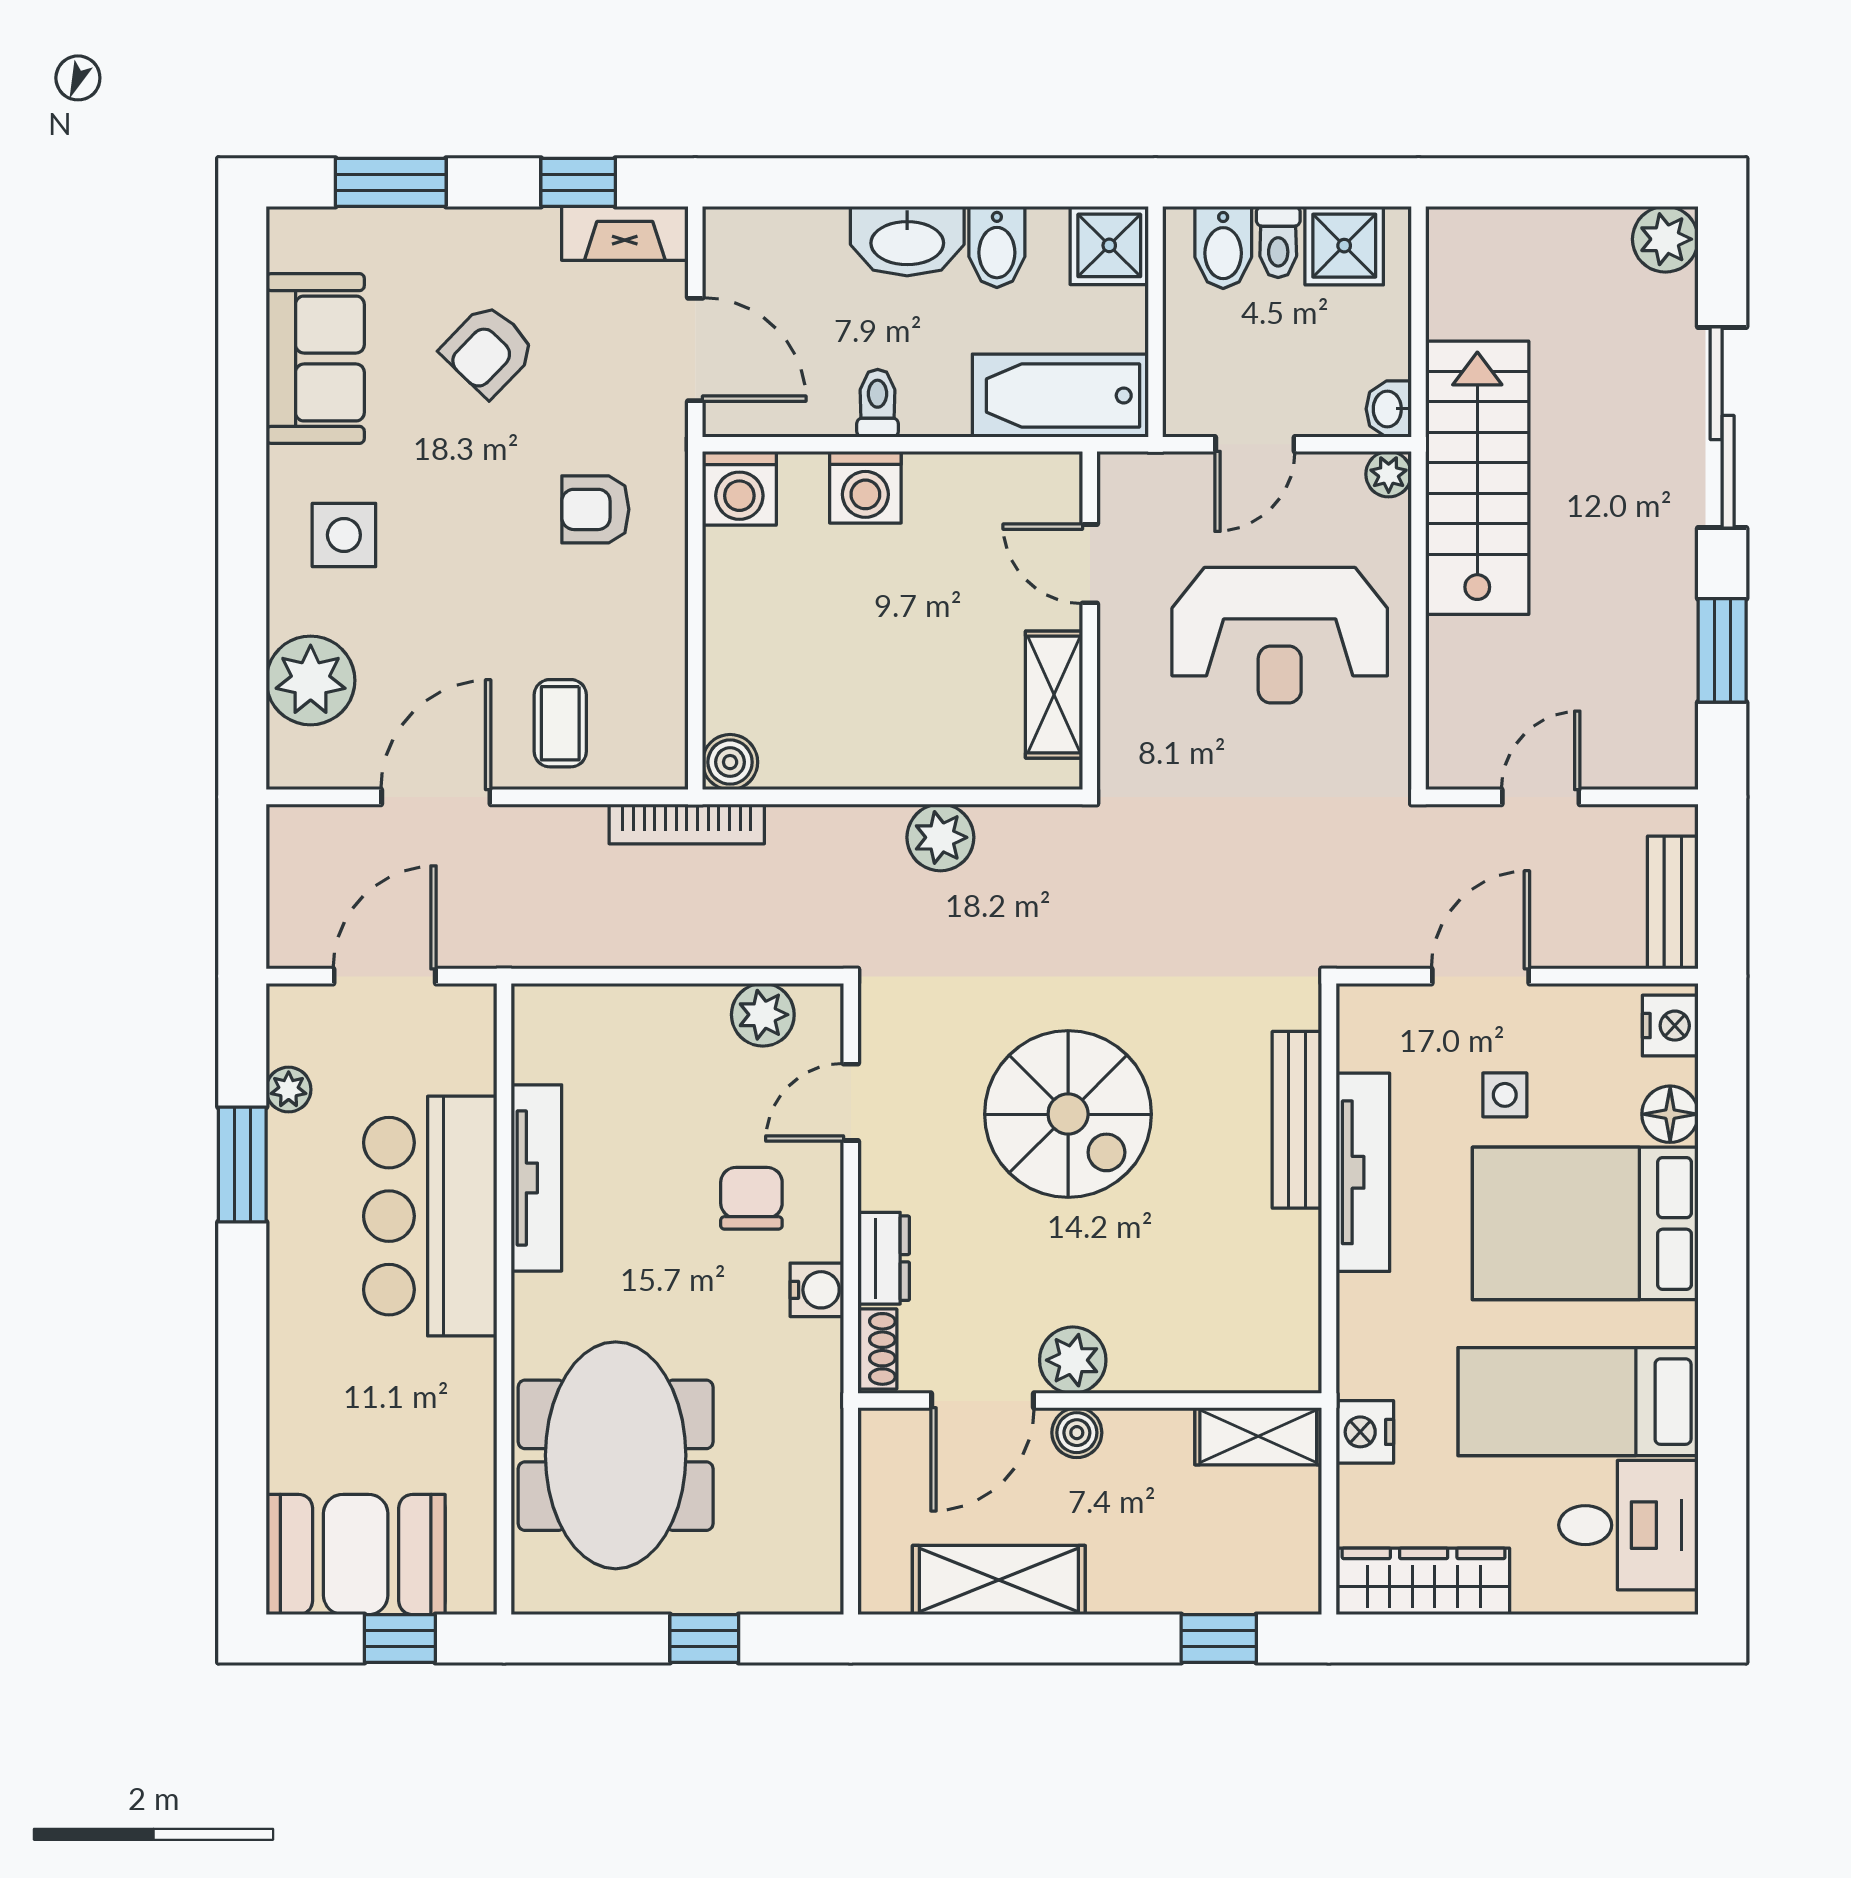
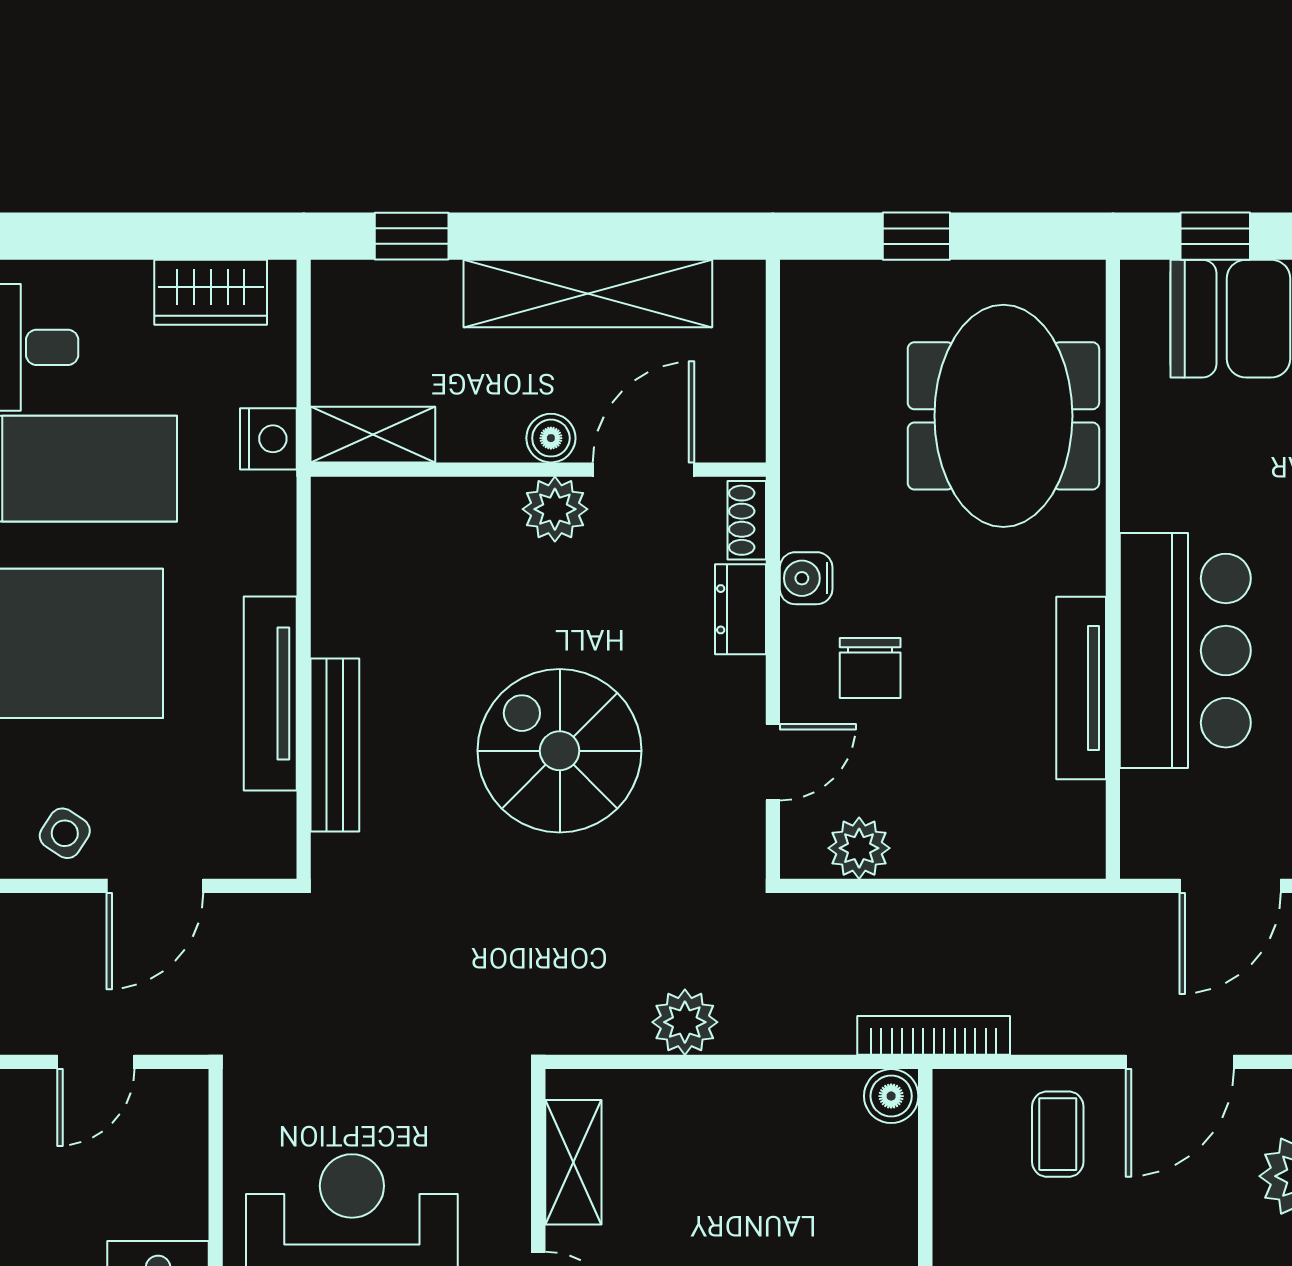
side table: (1505, 1095) -> (65, 833), moved, turned 33
shelving: (999, 1580) -> (588, 294), width x1.47
wardrobe: (1424, 1581) -> (211, 292), width x0.67

